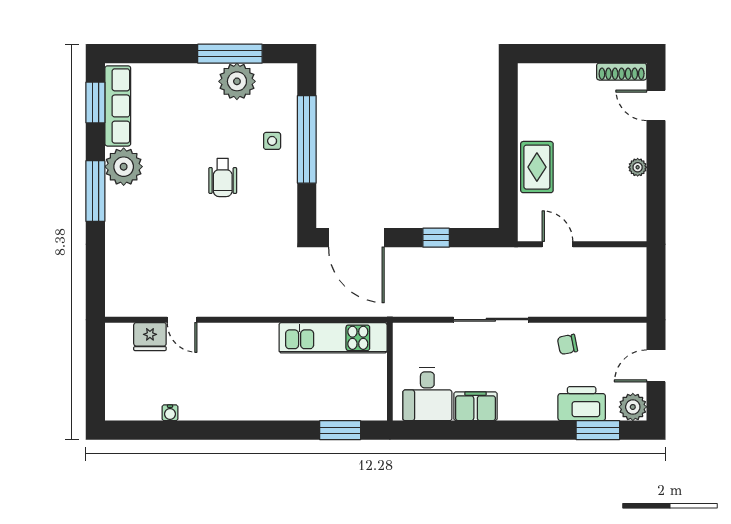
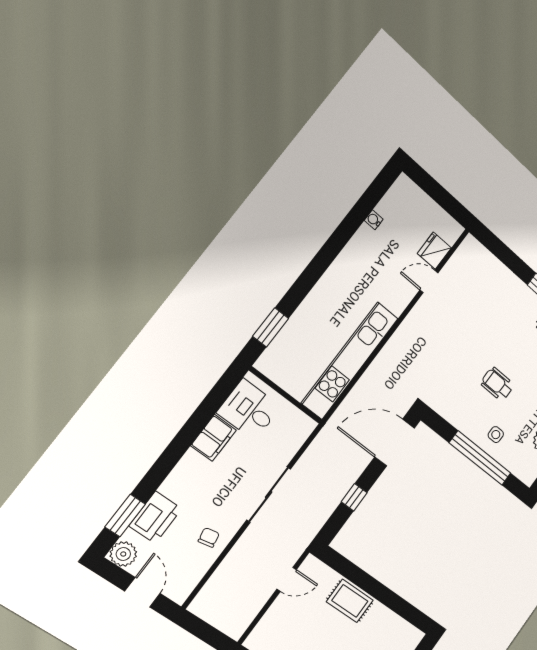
kitchen unit: (333, 338) -> (350, 361), width x1.36

